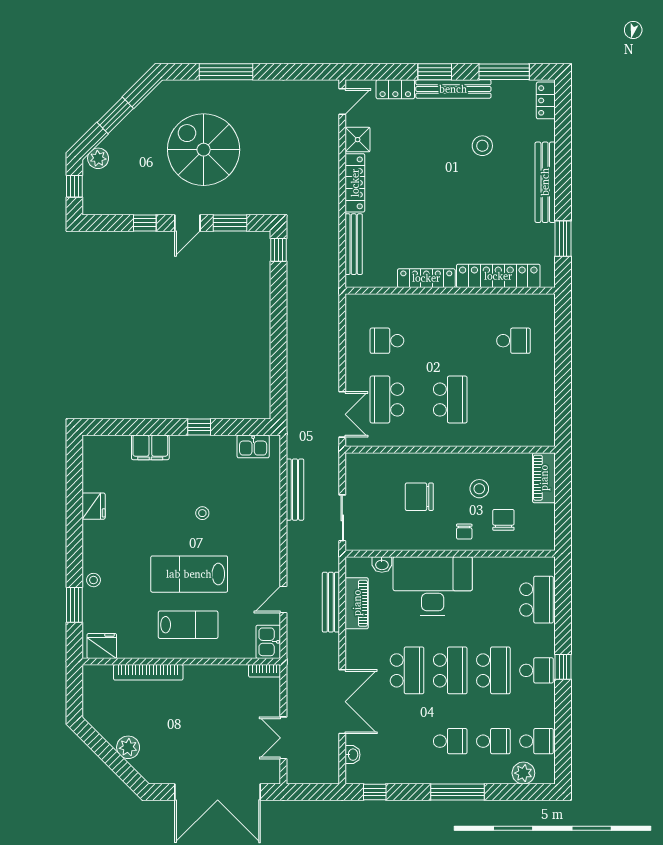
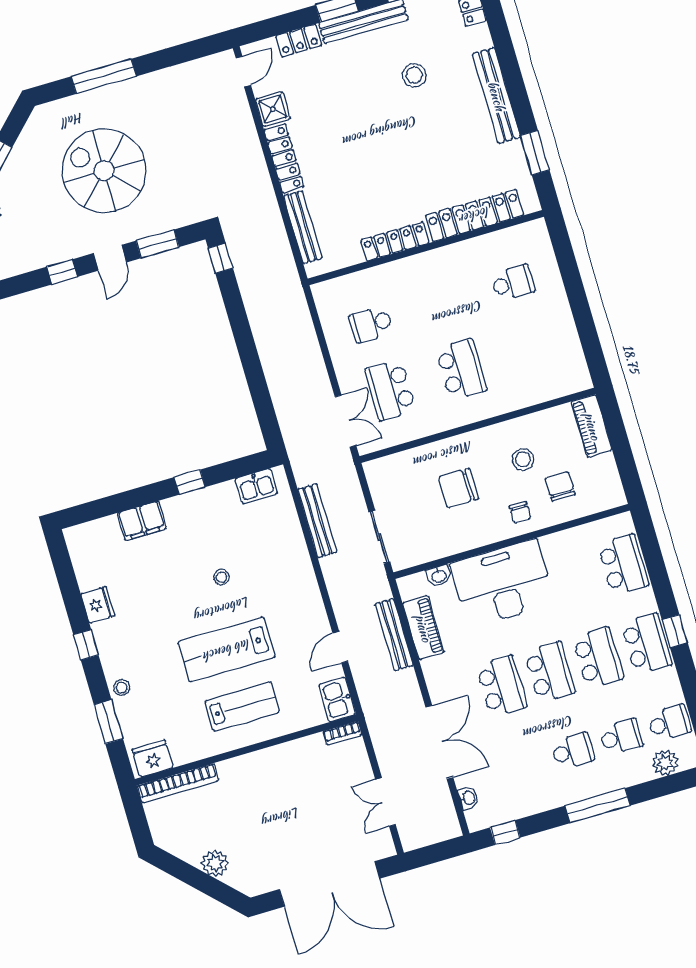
window: (74, 536) -> (86, 645), added
school desk: (537, 670) -> (646, 644), width x1.85
bookcase: (148, 672) -> (178, 783), moved

